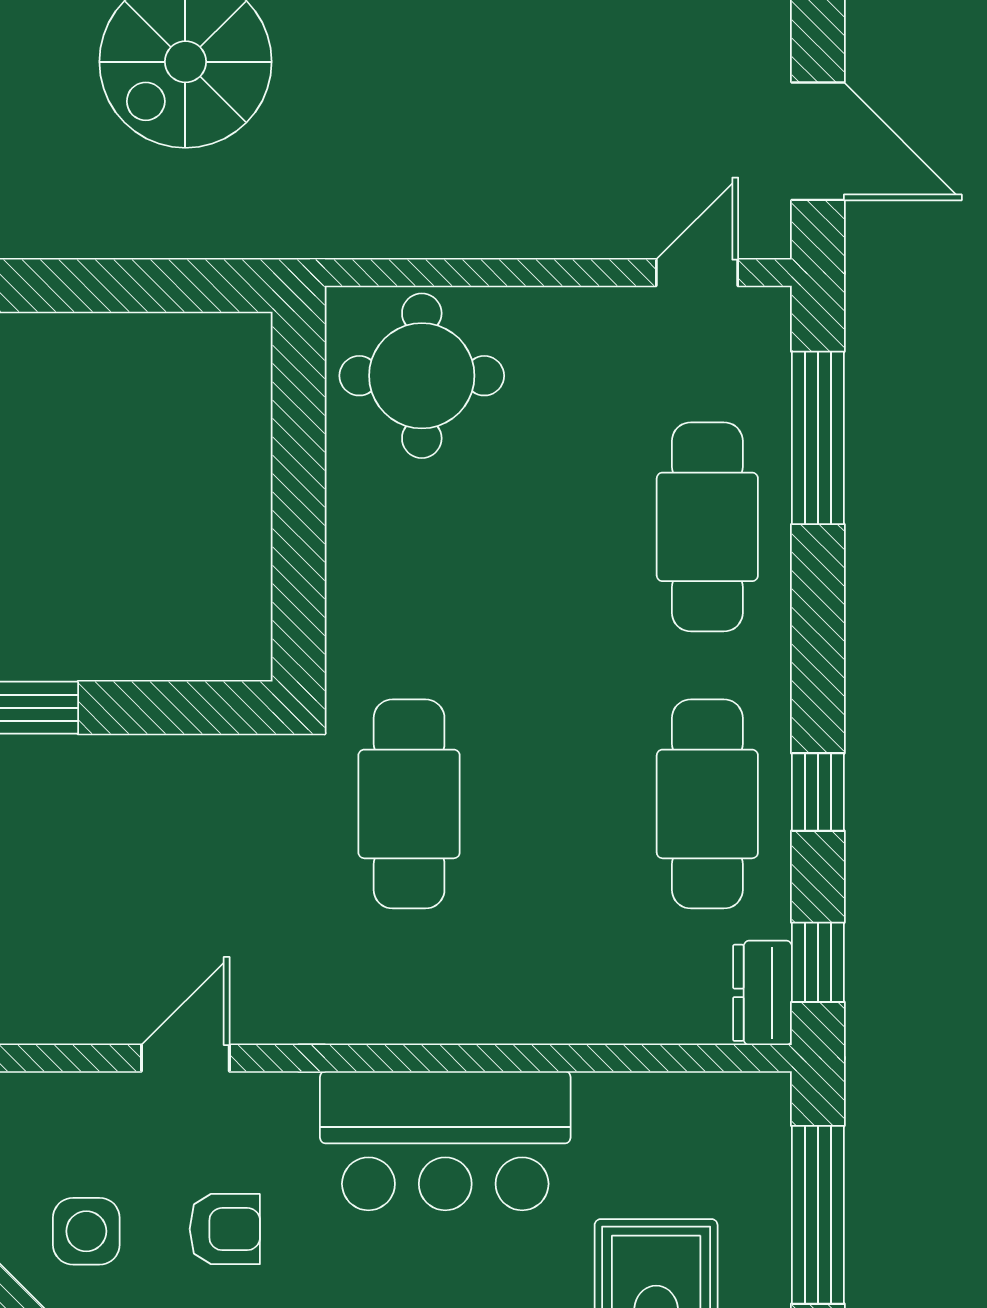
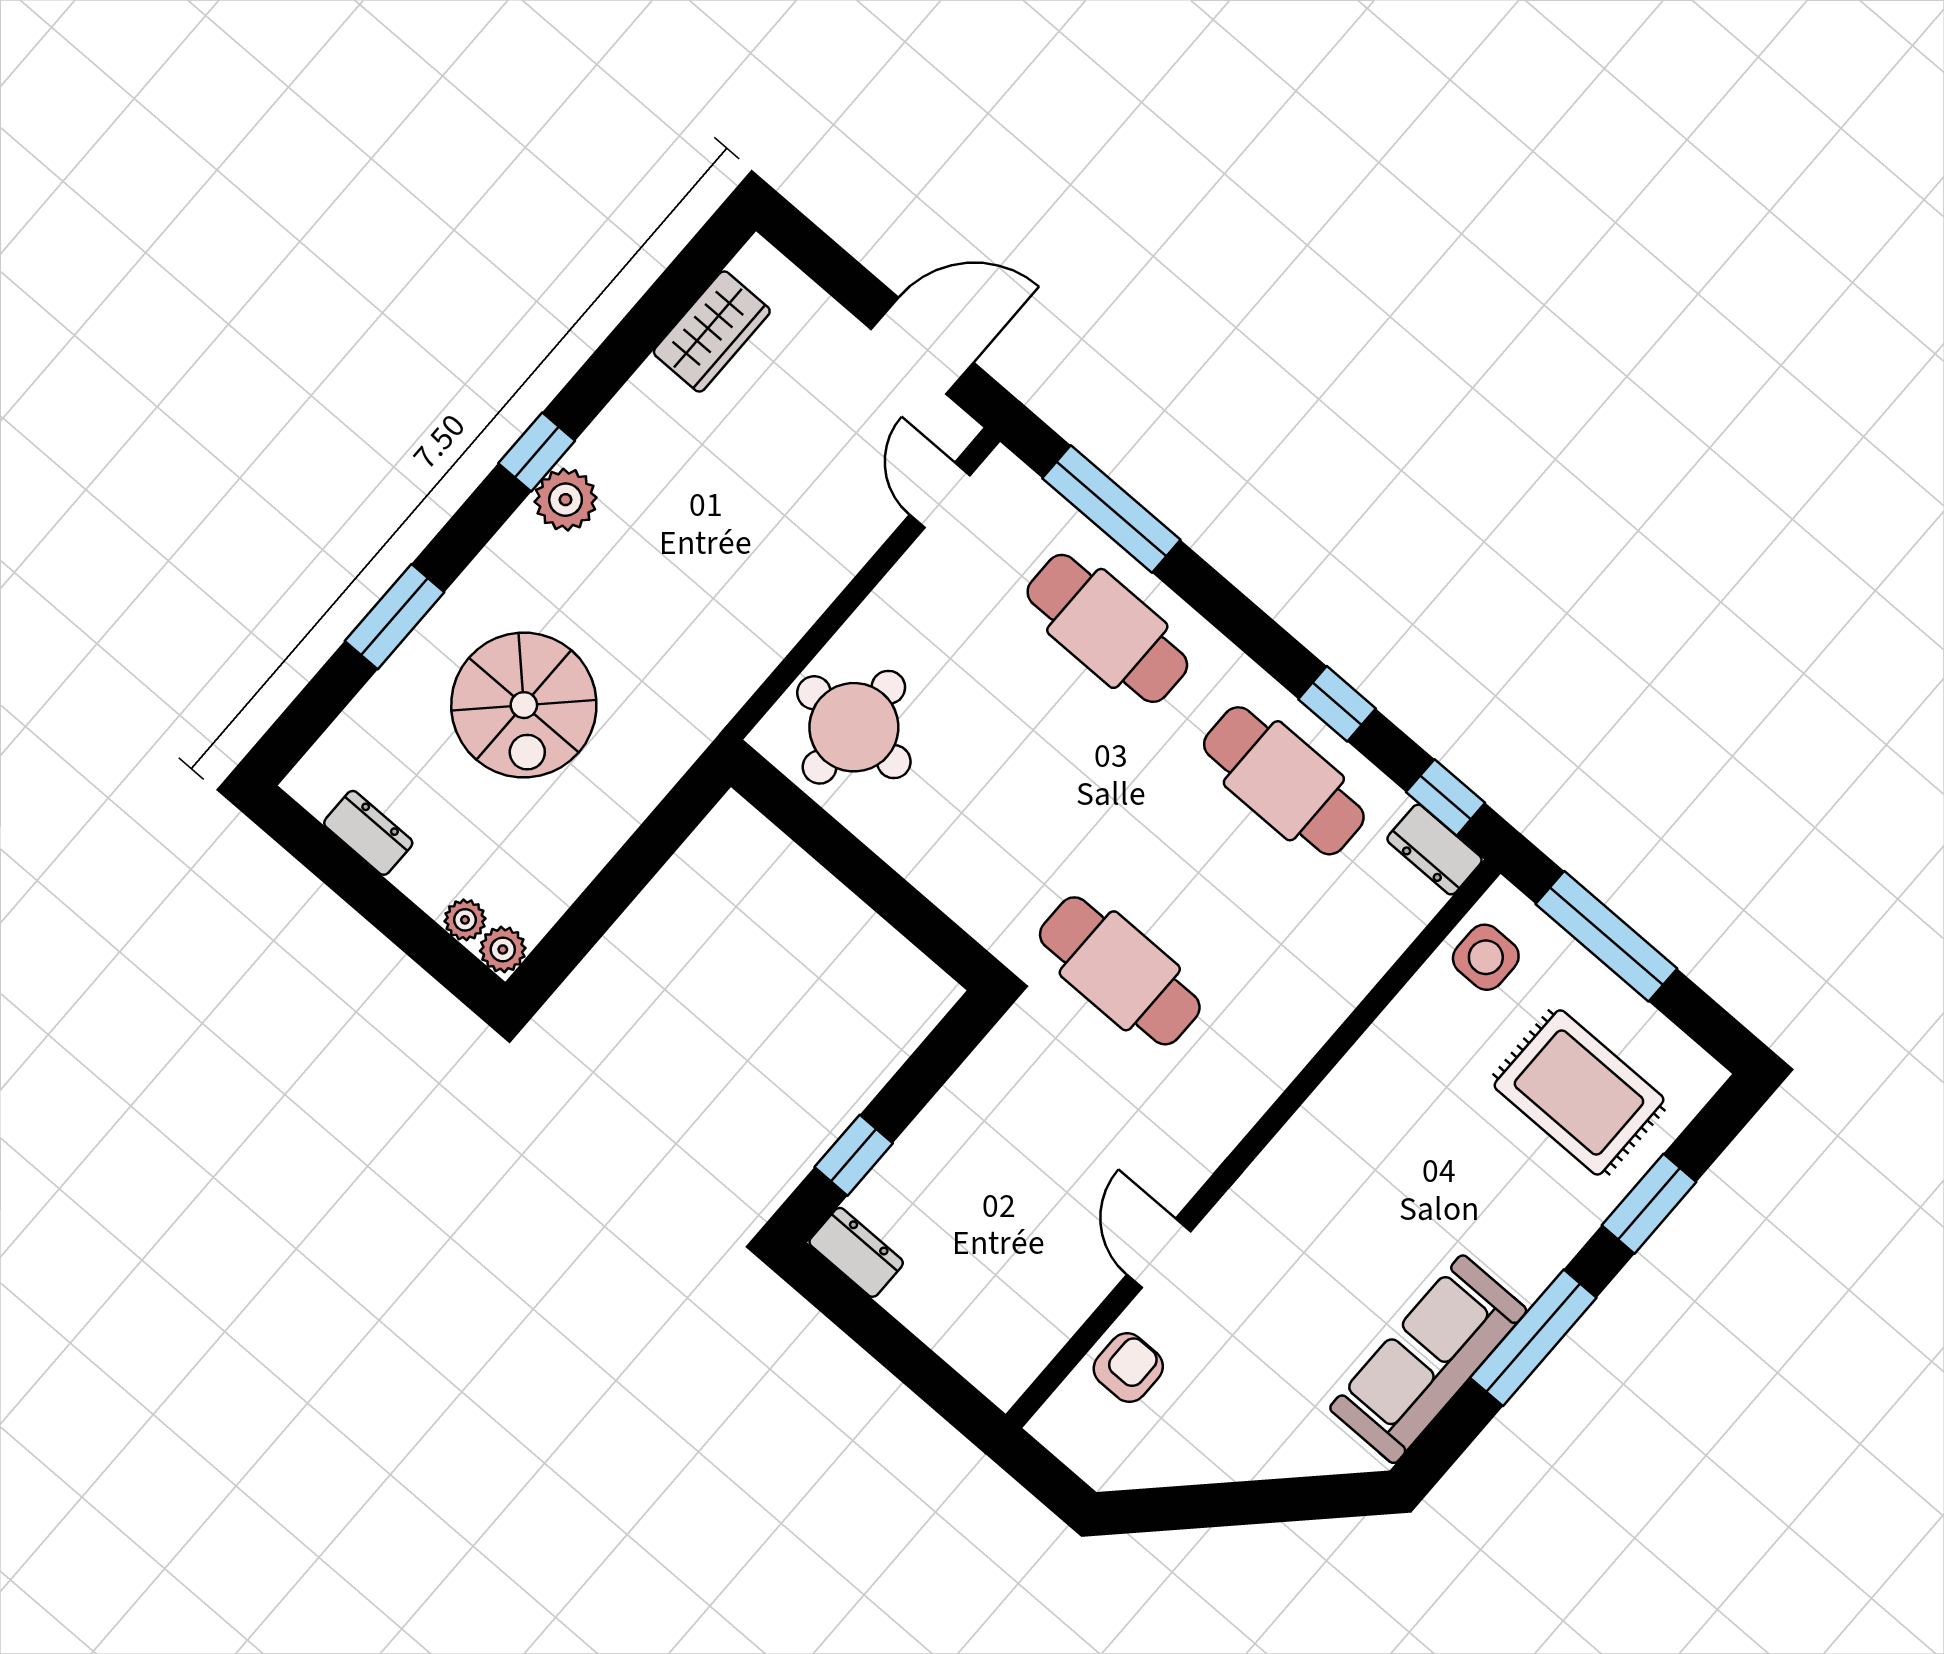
bar counter: (445, 1141) -> (1354, 1133), removed
armchair: (225, 1229) -> (1128, 1368), moved
side table: (86, 1231) -> (1486, 957), moved

